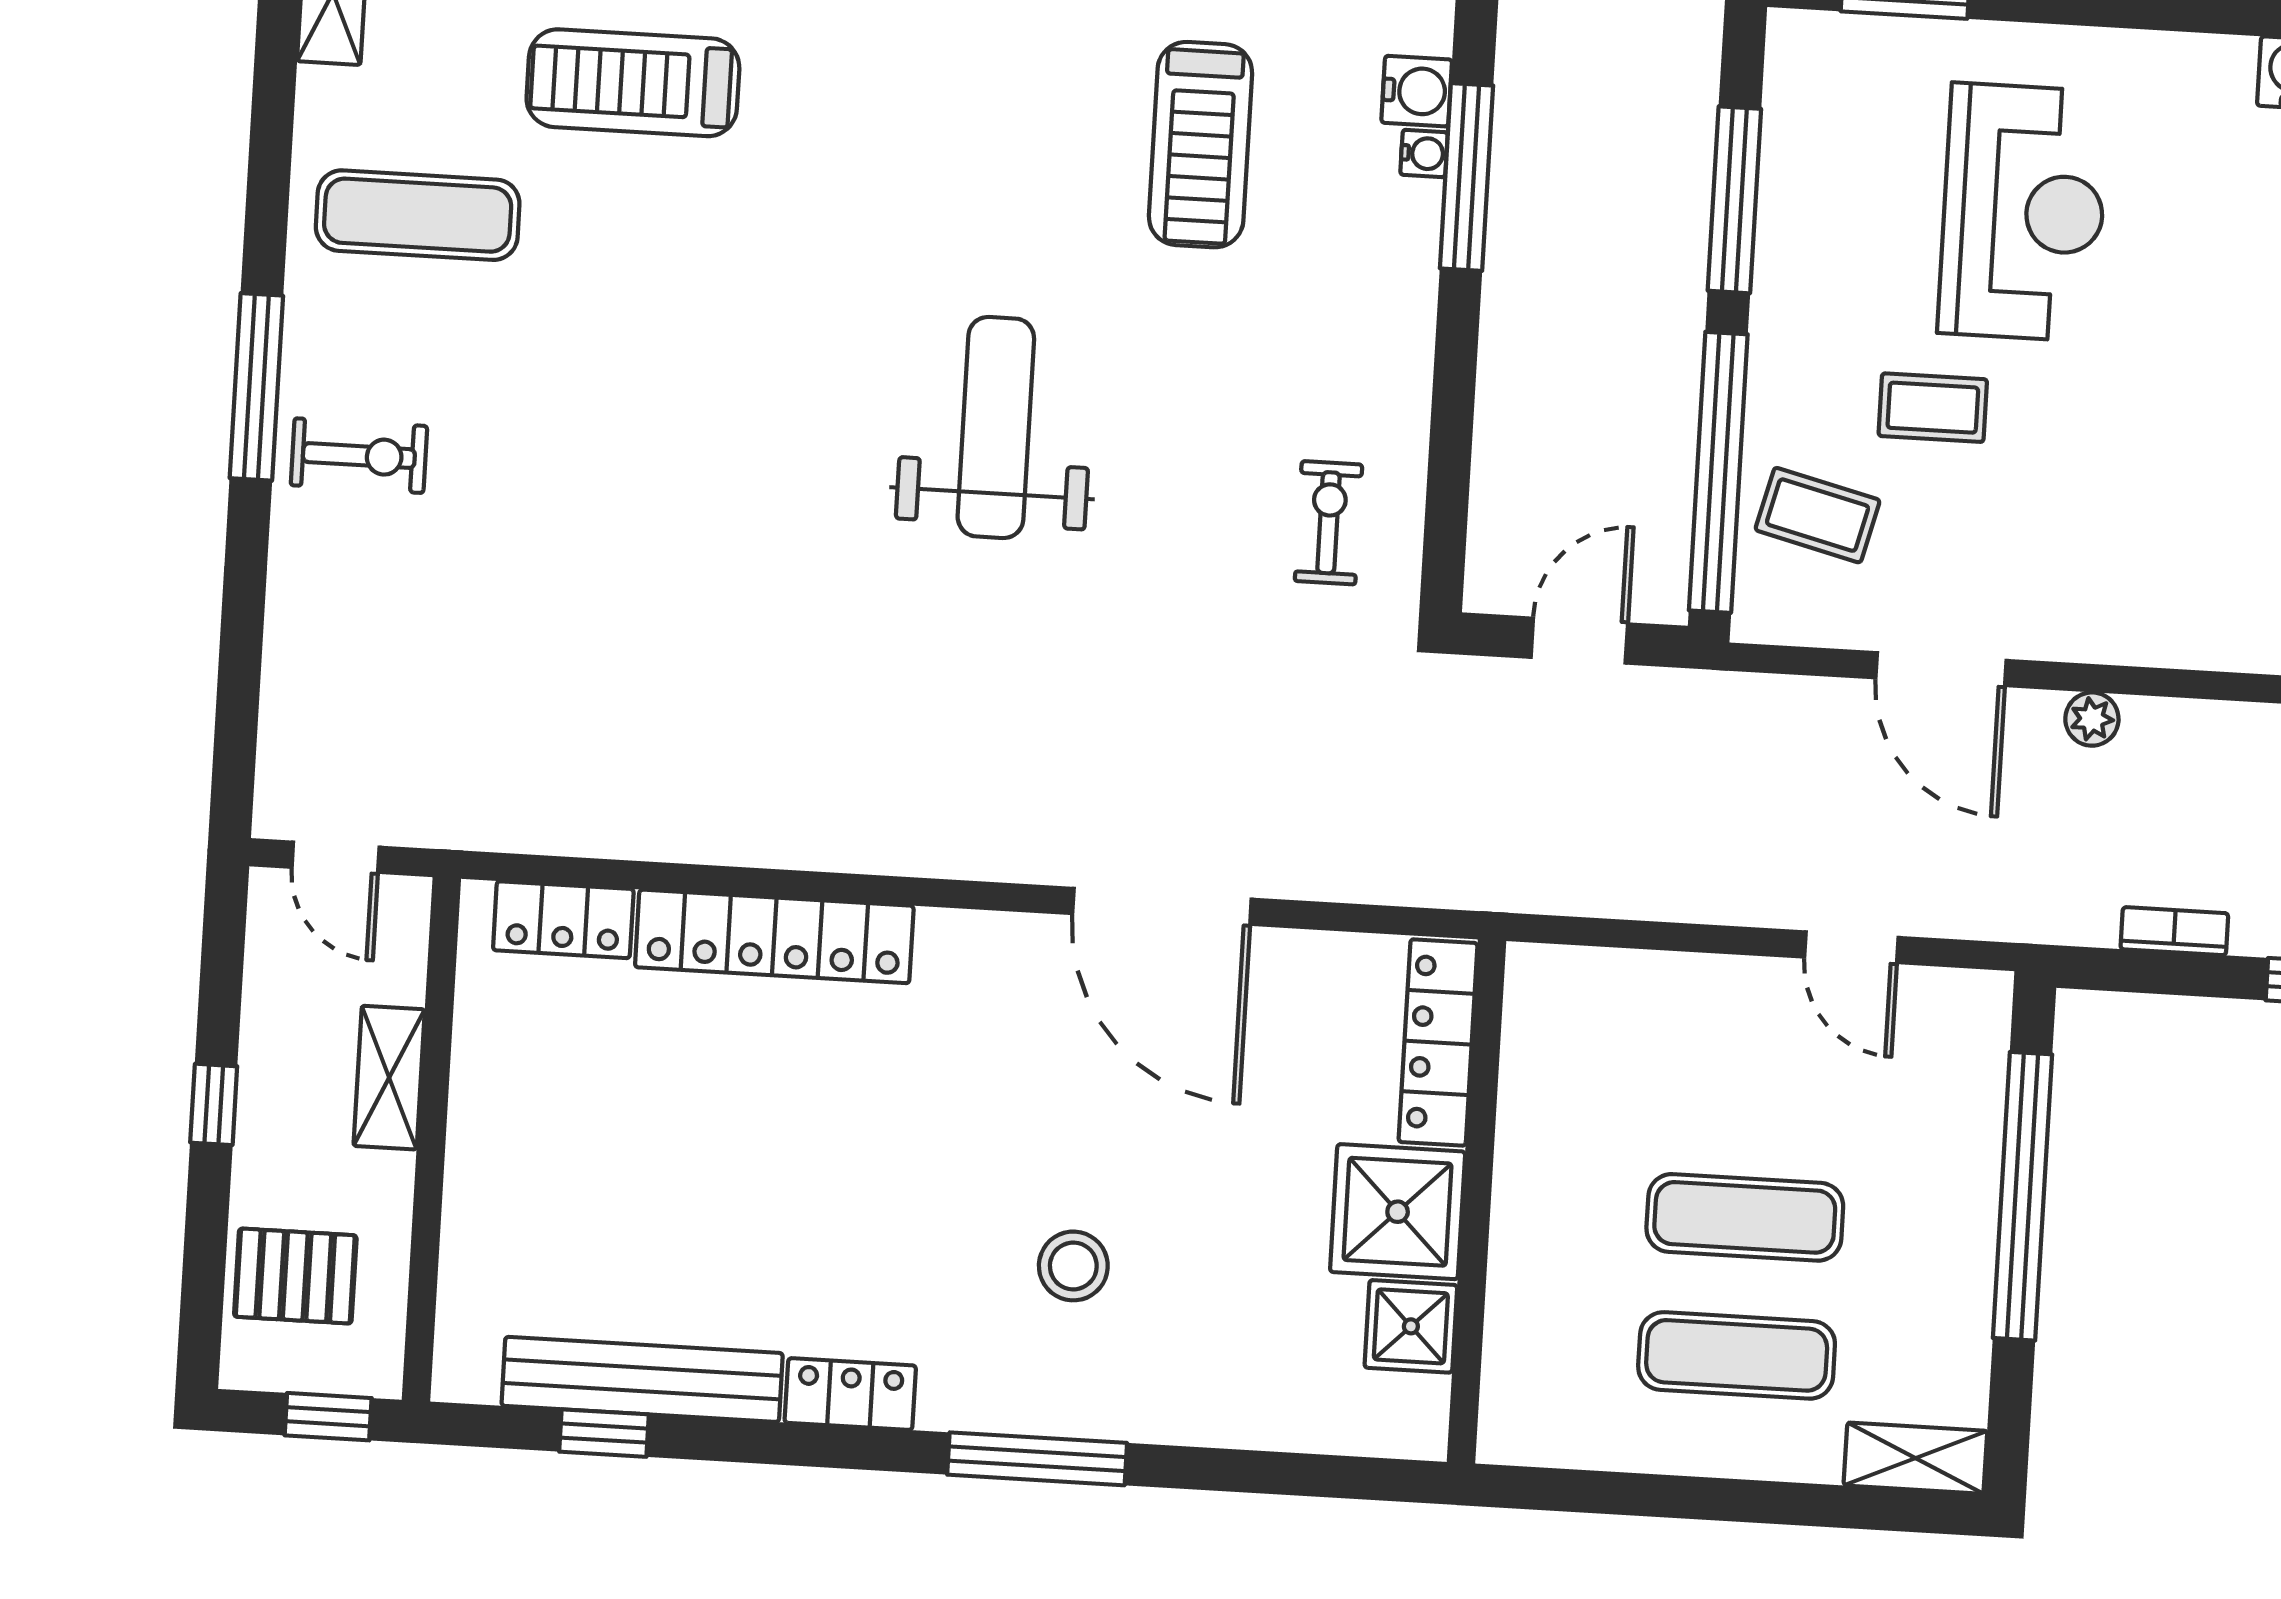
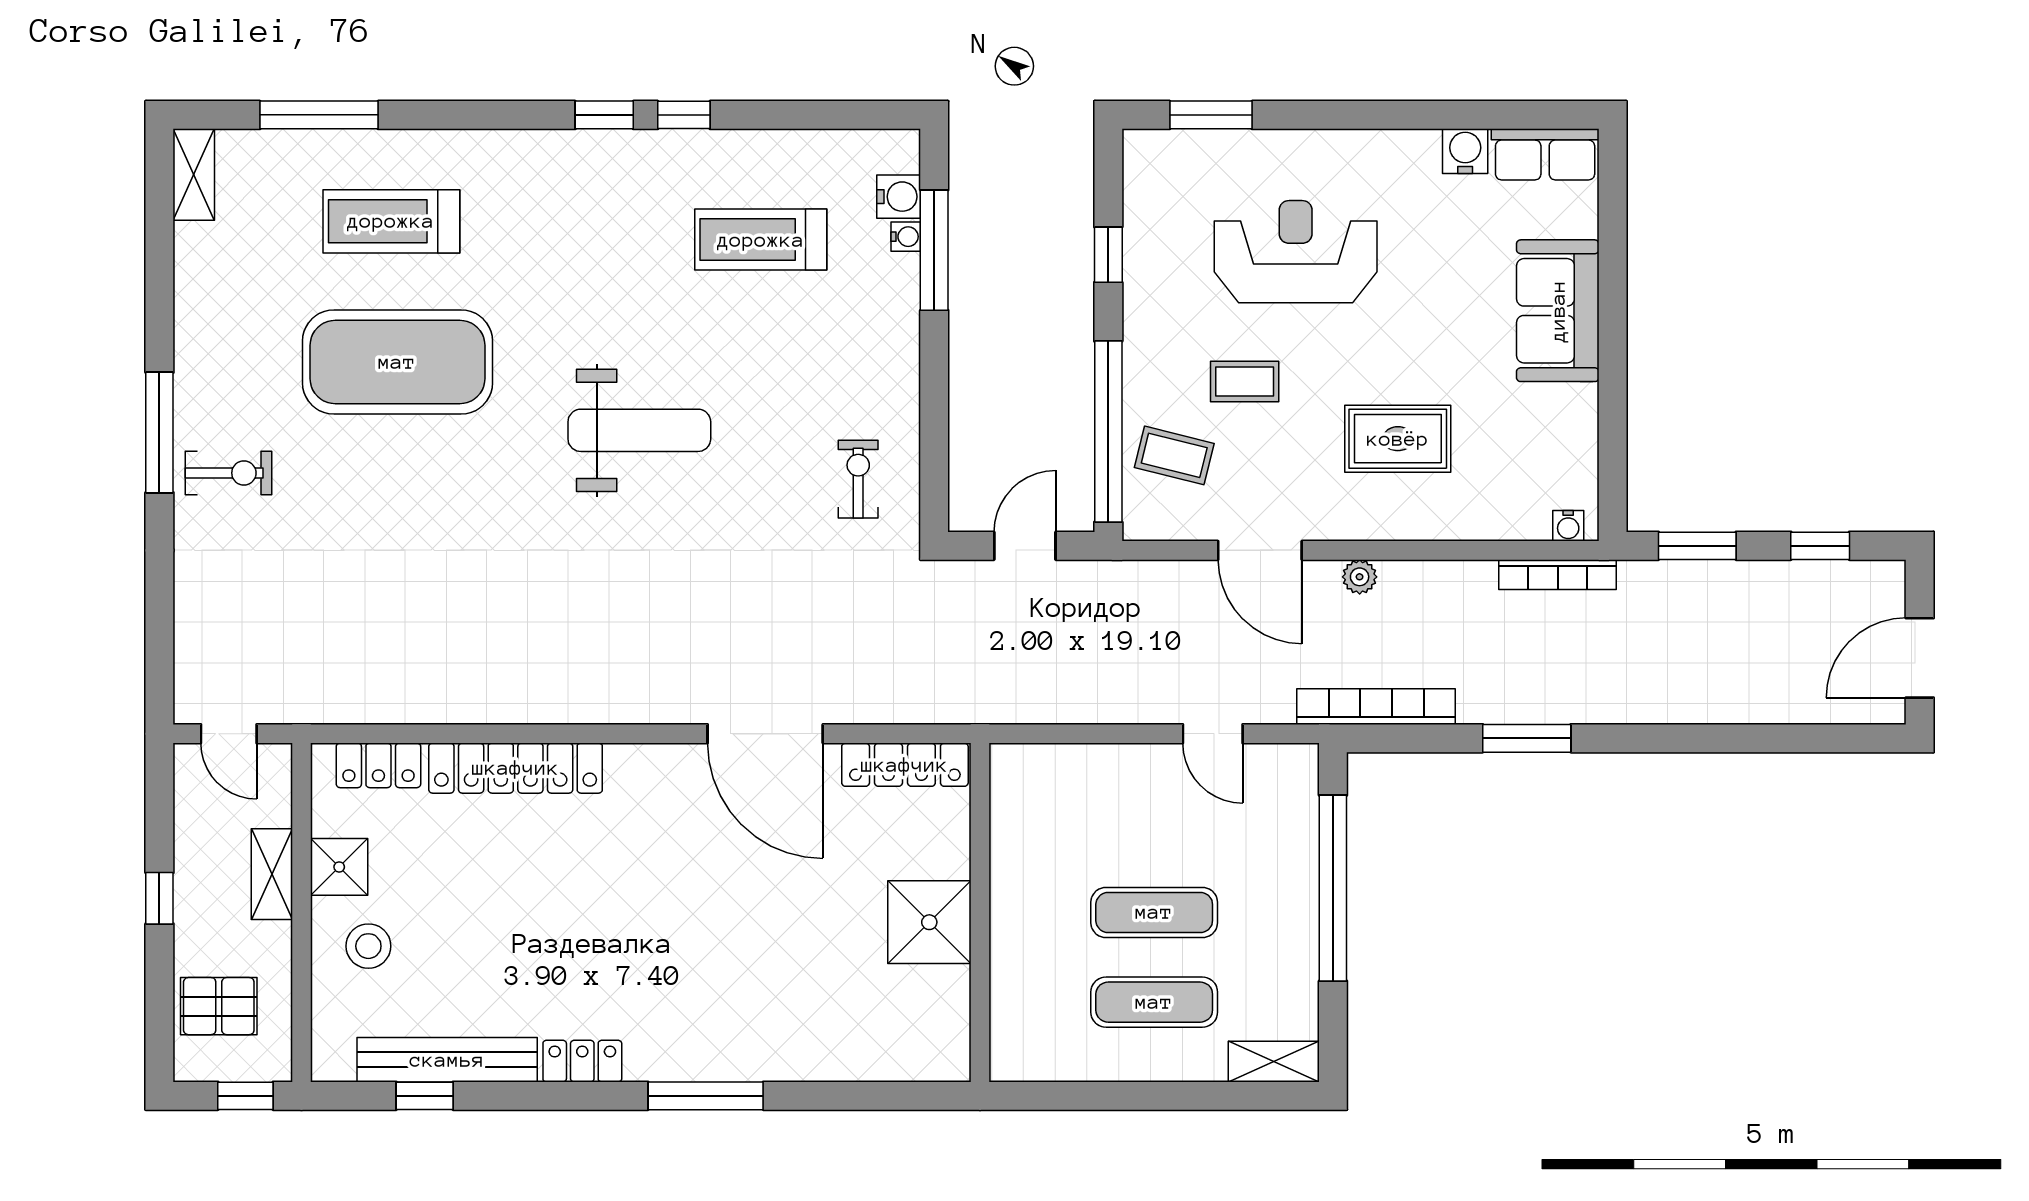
treadmill: (1200, 145) -> (761, 240), turned 90
window: (1734, 200) -> (1108, 255), width x0.46
reception desk: (2023, 212) -> (1296, 252), turned -90
exercise mat: (418, 215) -> (397, 362), moved, width x2.00, depth x1.45
weight bench: (996, 427) -> (639, 430), turned 90
rug: (2164, 510) -> (1398, 439), added
bookcase: (2174, 931) -> (1376, 707), width x2.31, depth x1.31
locker: (1438, 1043) -> (905, 765), moved, turned -90
stool: (1073, 1266) -> (368, 946), moved
shower: (1411, 1326) -> (339, 867), moved

